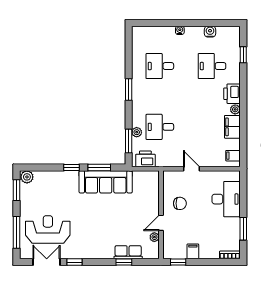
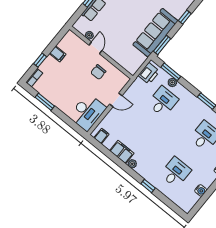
window: (243, 55) -> (148, 186), moved
printer: (232, 94) -> (145, 170), removed
window: (99, 167) -> (162, 45), moved
desk: (226, 199) -> (87, 112), moved, turned -90
window: (178, 262) -> (40, 60), moved

